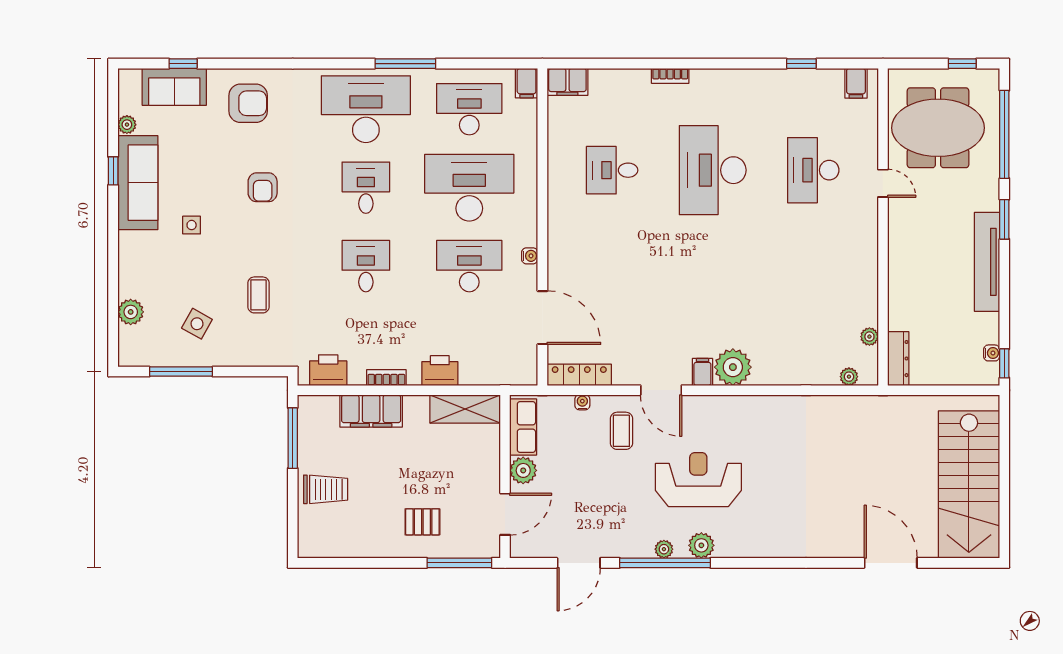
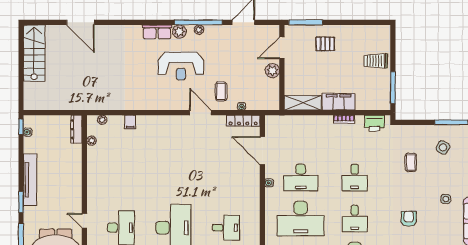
plant: (733, 367) -> (163, 125), removed
printer: (440, 371) -> (316, 123), removed
filing cabinet: (702, 372) -> (130, 122), moved
filing cabinet: (371, 411) -> (339, 102), moved
row of seats: (523, 427) -> (157, 32), moved, turned -90
stairs: (969, 485) -> (34, 53), width x0.73, depth x0.66

